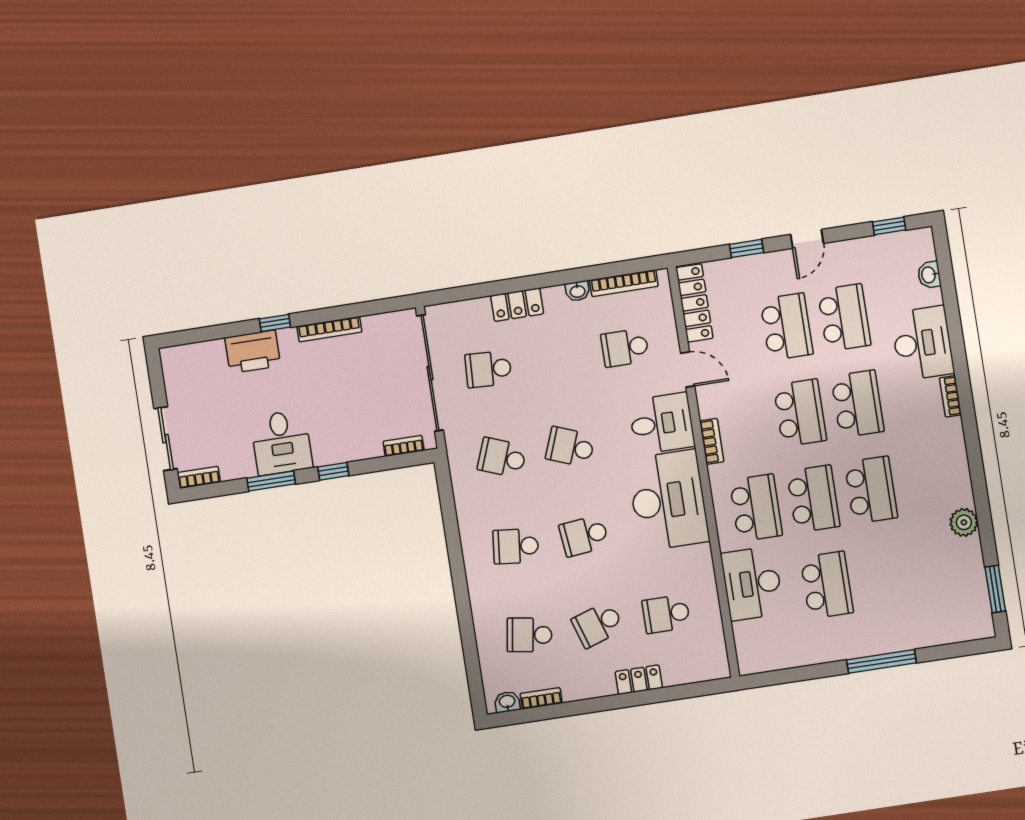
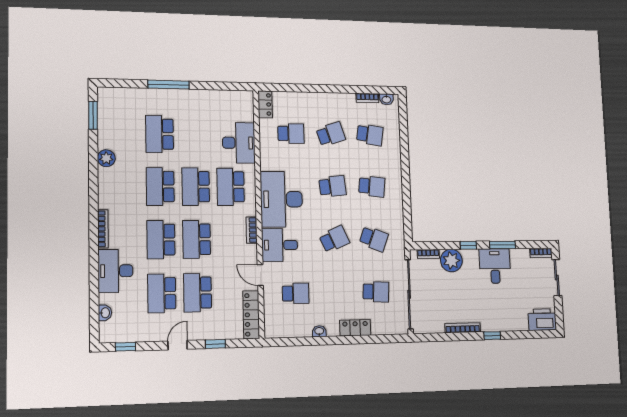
bookcase: (624, 283) -> (292, 332), removed
printer: (253, 352) -> (542, 320), moved
bookcase: (950, 396) -> (103, 229), width x1.56
plant: (361, 441) -> (451, 261), added
school desk: (570, 447) -> (334, 239), turned -45
school desk: (827, 585) -> (159, 134), moved
locker: (639, 680) -> (265, 104), moved, turned -90

